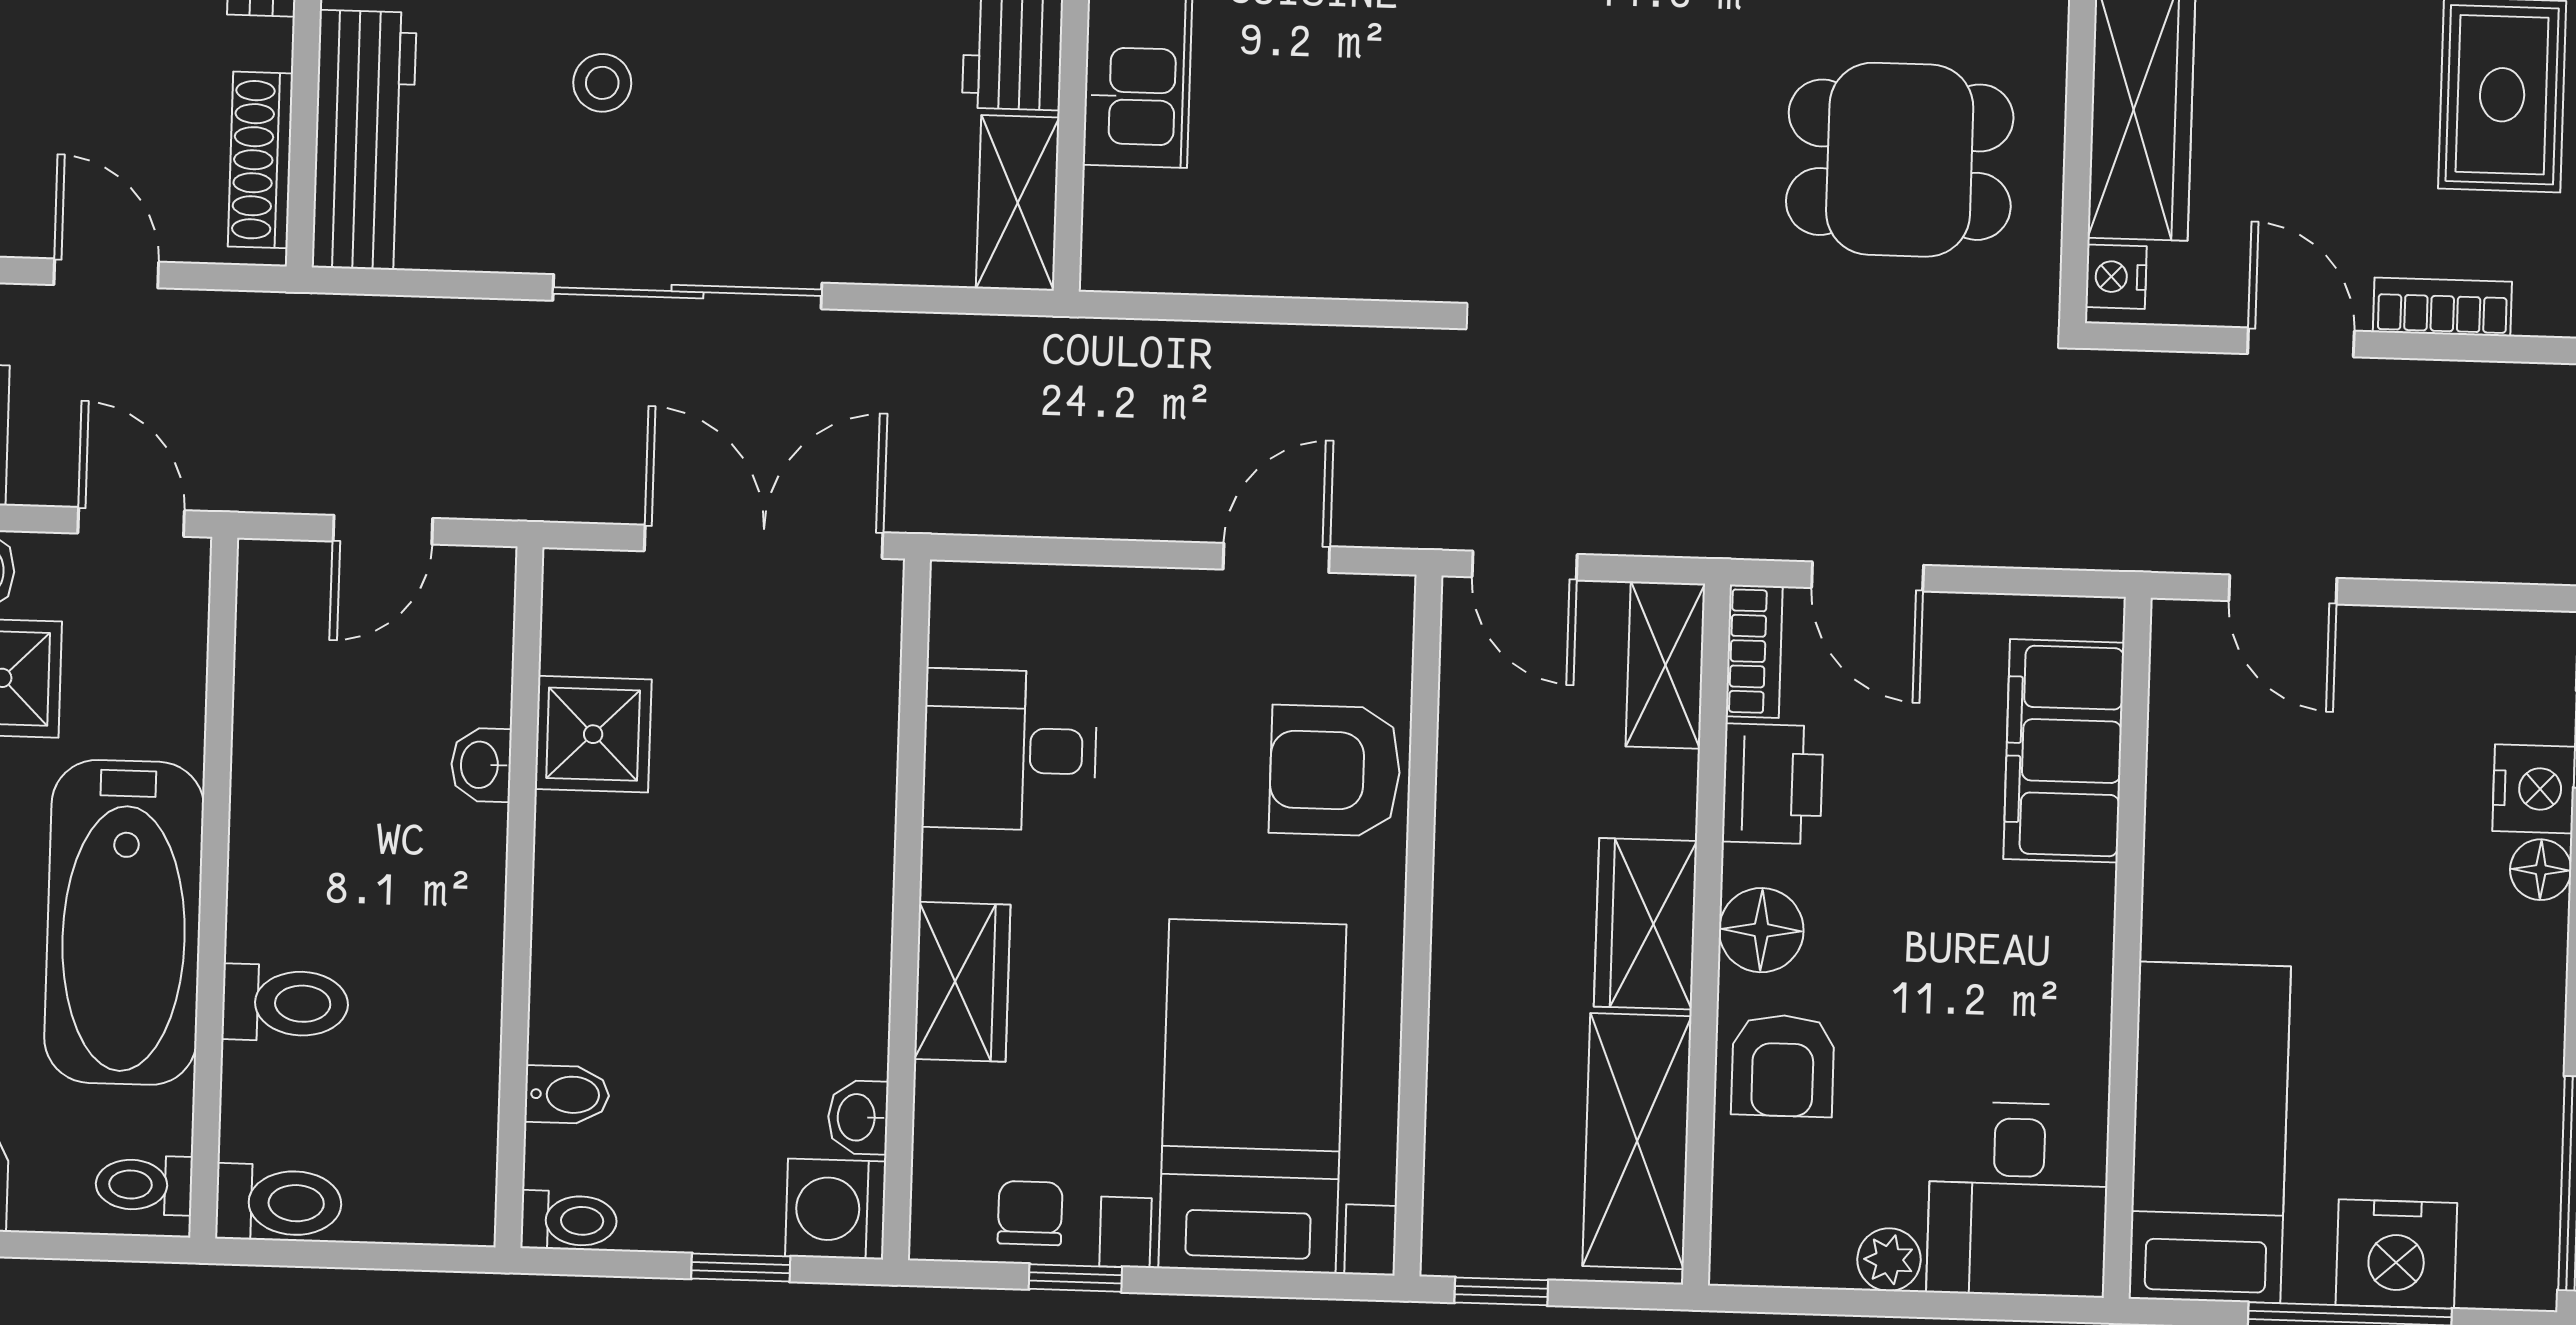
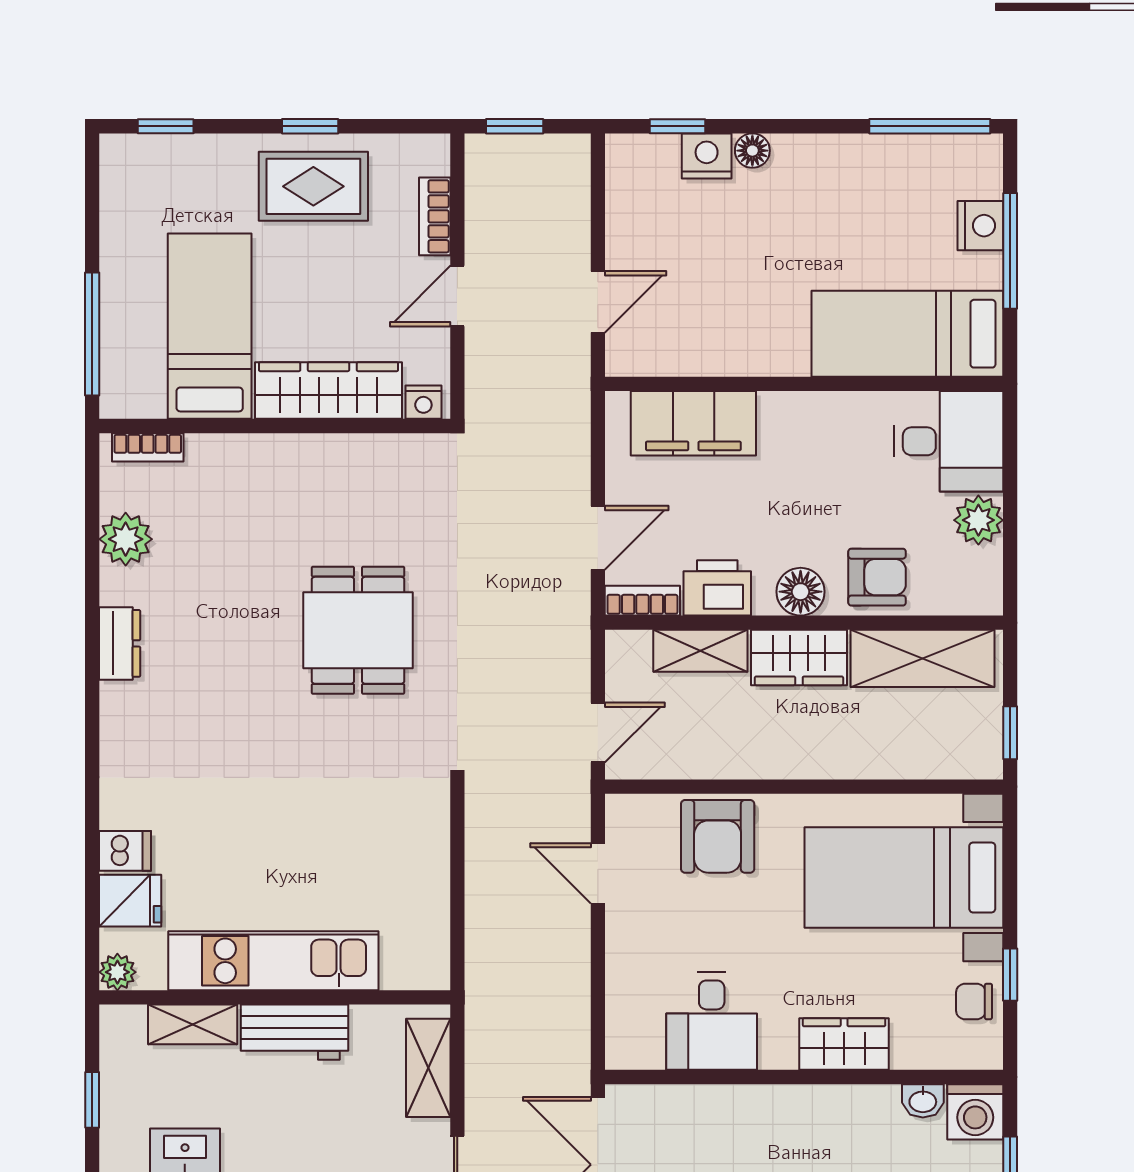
dining table: (1900, 160) -> (358, 630), moved
shelving: (1018, 203) -> (428, 1068), moved, turned 90
shelving: (1665, 665) -> (700, 651), moved
nightstand: (2396, 1254) -> (980, 226), width x0.74, depth x0.75
plant: (1889, 1260) -> (978, 520), width x1.38, depth x1.38

